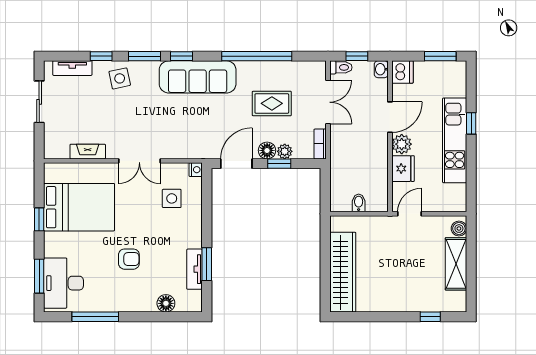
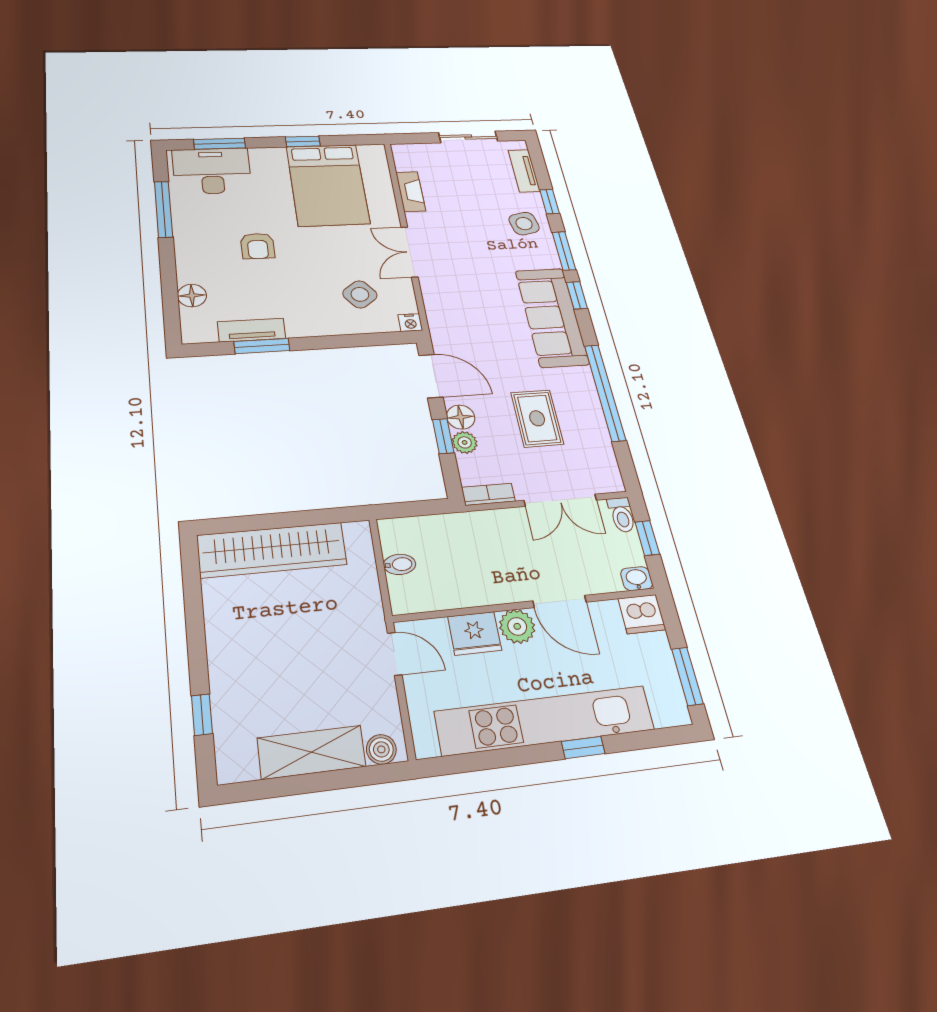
kitchen unit: (455, 140) -> (545, 720), width x1.36
side table: (172, 198) -> (360, 294), turned -37

